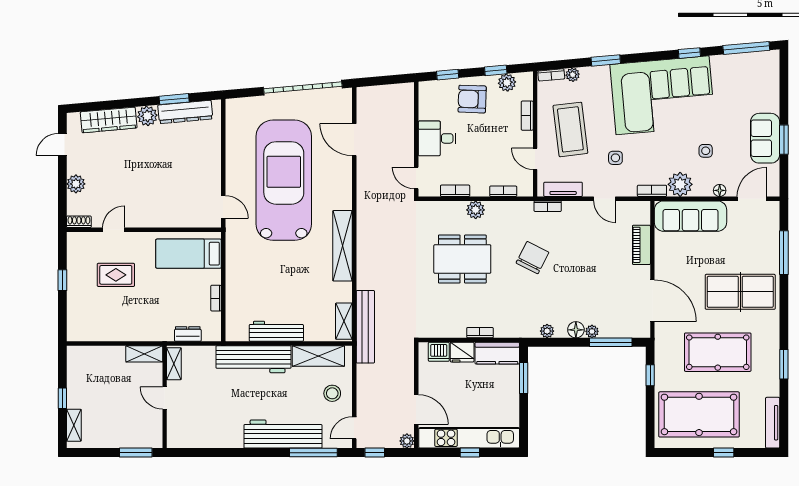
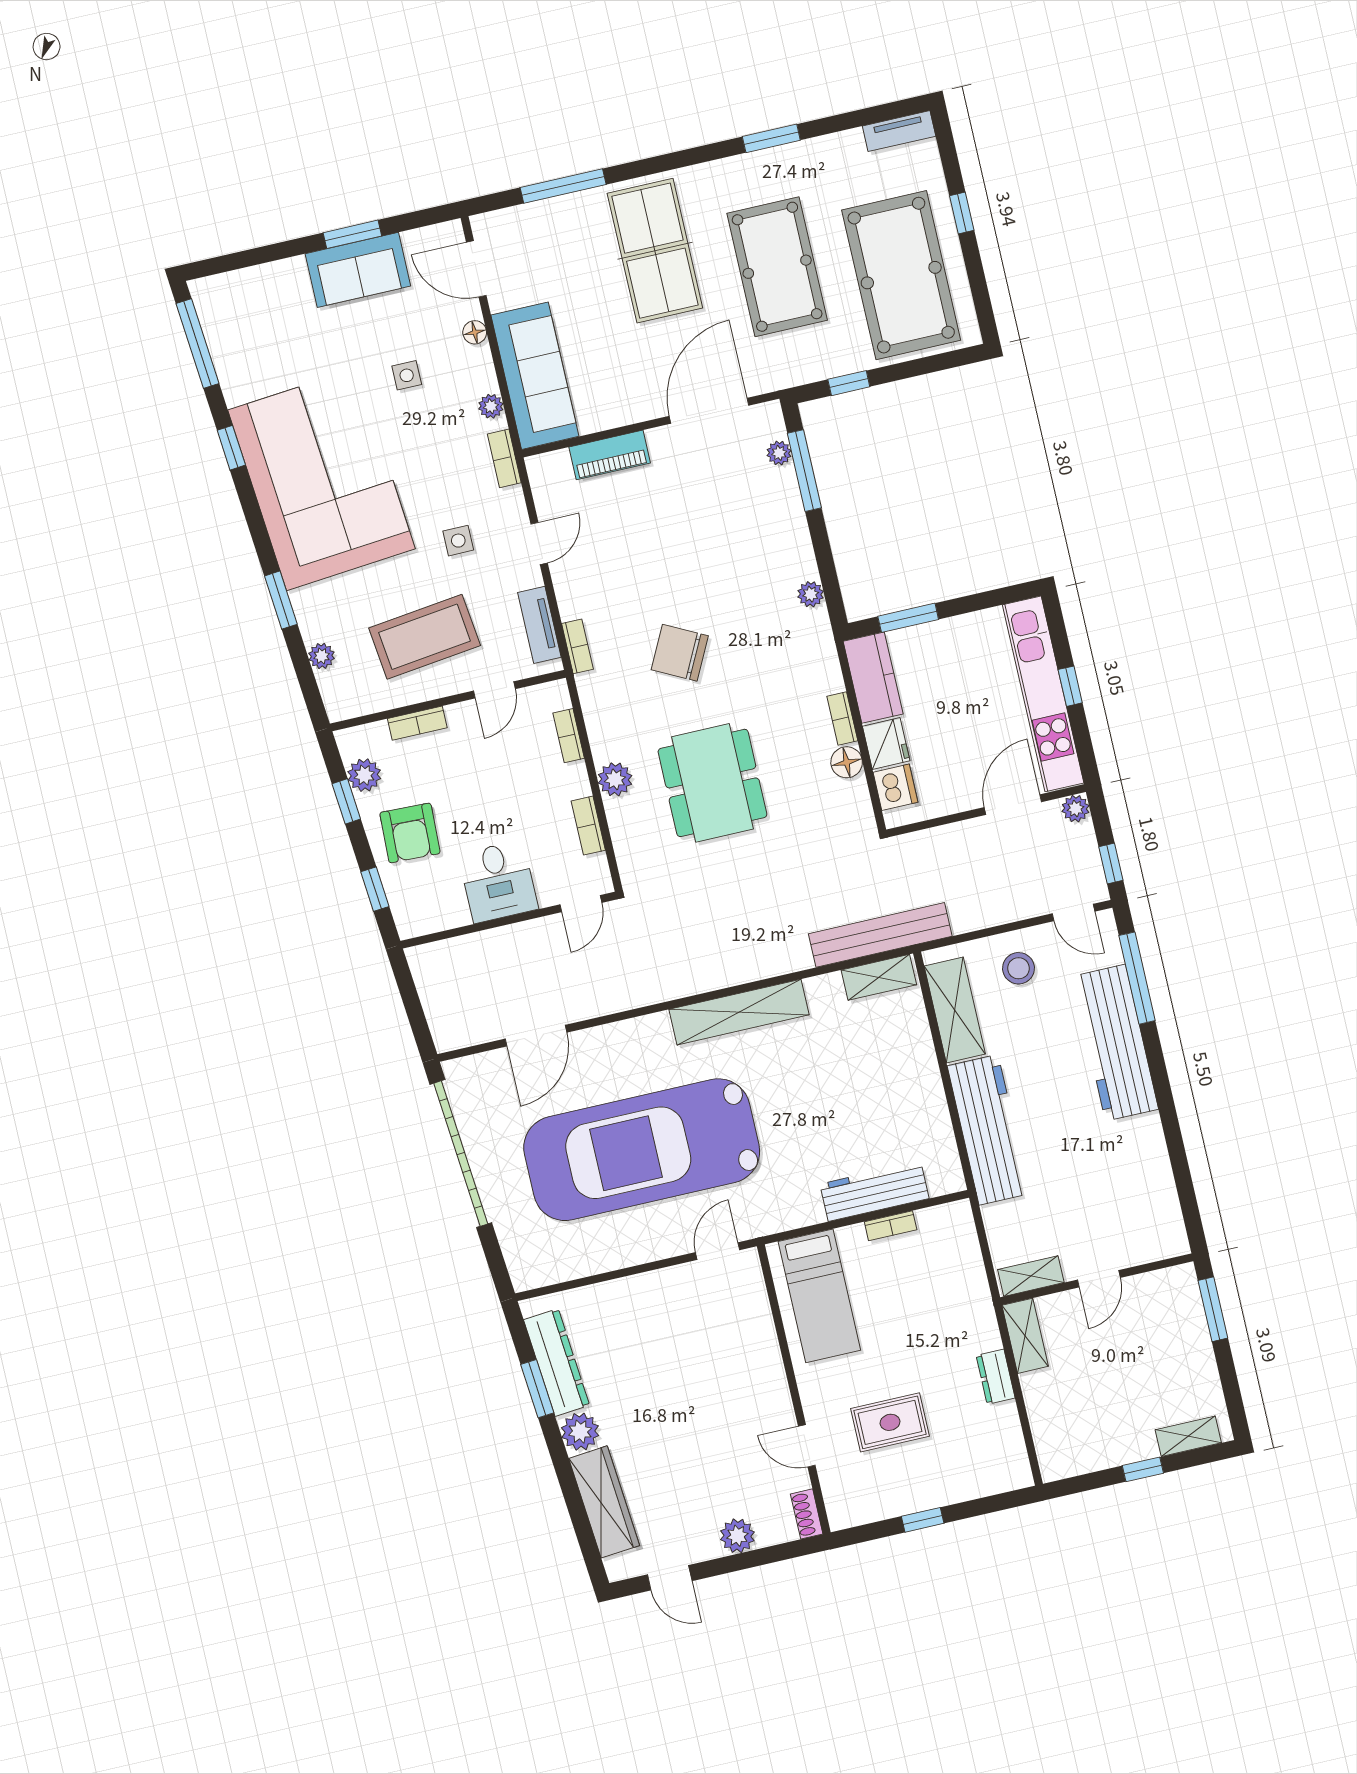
bookcase: (551, 75) -> (331, 696), removed
plant: (680, 184) -> (491, 406), width x0.53, depth x0.53
rug: (116, 275) -> (890, 1422), turned 90
floor lamp: (576, 330) -> (847, 762), moved
workbench: (276, 331) -> (874, 1191), moved, turned 90
plant: (592, 331) -> (779, 453), moved
dresser: (188, 334) -> (996, 1377), moved
tv unit: (773, 423) -> (899, 131), width x0.71

